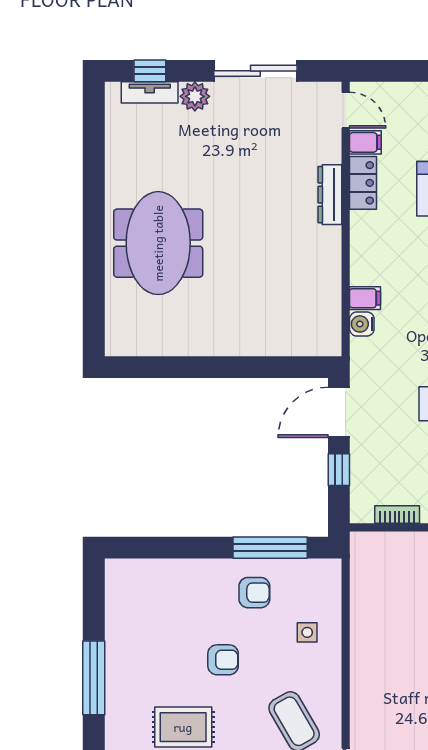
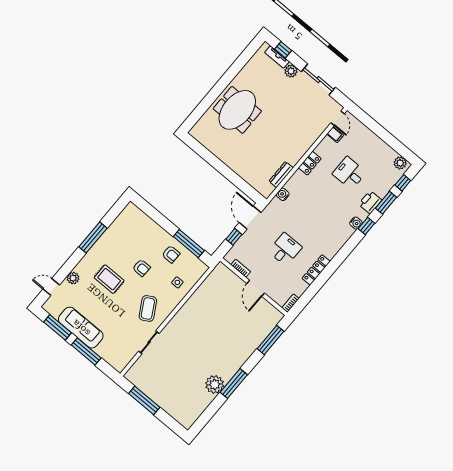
locker: (363, 183) -> (310, 163), moved
dresser: (330, 195) -> (281, 175), moved
filing cabinet: (365, 298) -> (291, 187), removed
door: (339, 412) -> (250, 218), hinge flipped

